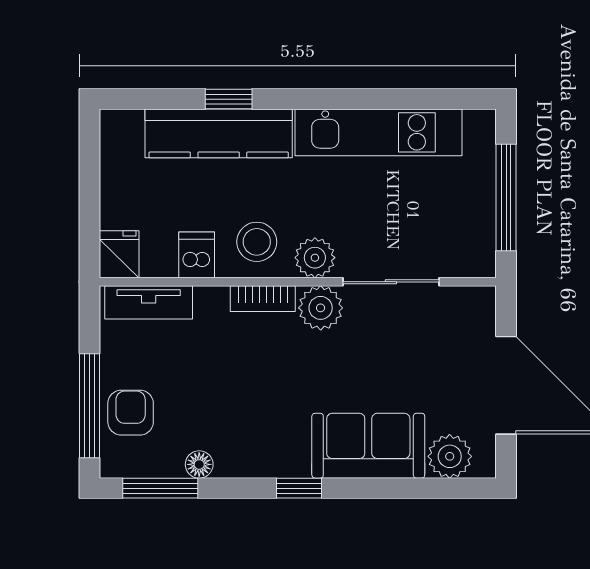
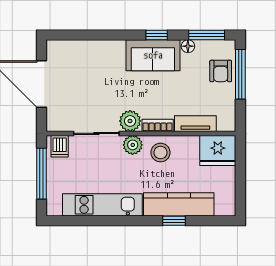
fridge: (119, 254) -> (218, 150), width x1.88, depth x1.34
dishwasher: (197, 255) -> (60, 146), moved
tv unit: (149, 302) -> (195, 124), moved
sofa: (368, 446) -> (153, 55), moved
plant: (450, 456) -> (68, 50), removed
window: (299, 488) -> (157, 35), moved

